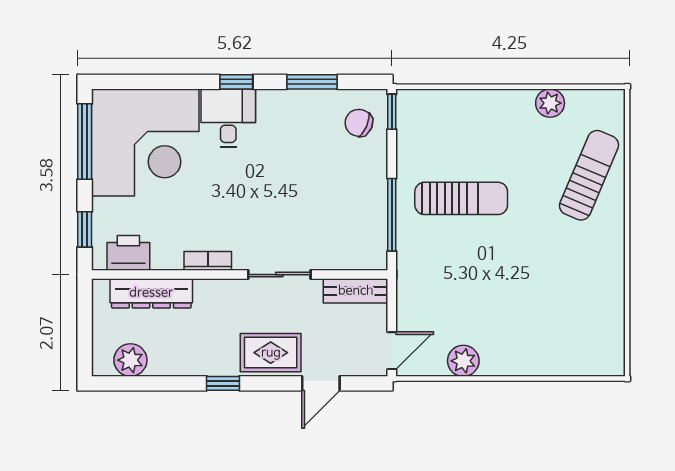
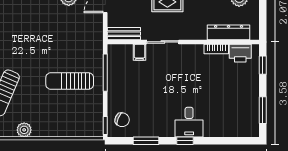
window: (85, 142) -> (263, 110), width x0.69
corner desk: (145, 142) -> (232, 110), removed
filing cabinet: (325, 254) -> (140, 52), added
bookcase: (208, 261) -> (216, 49), moved

